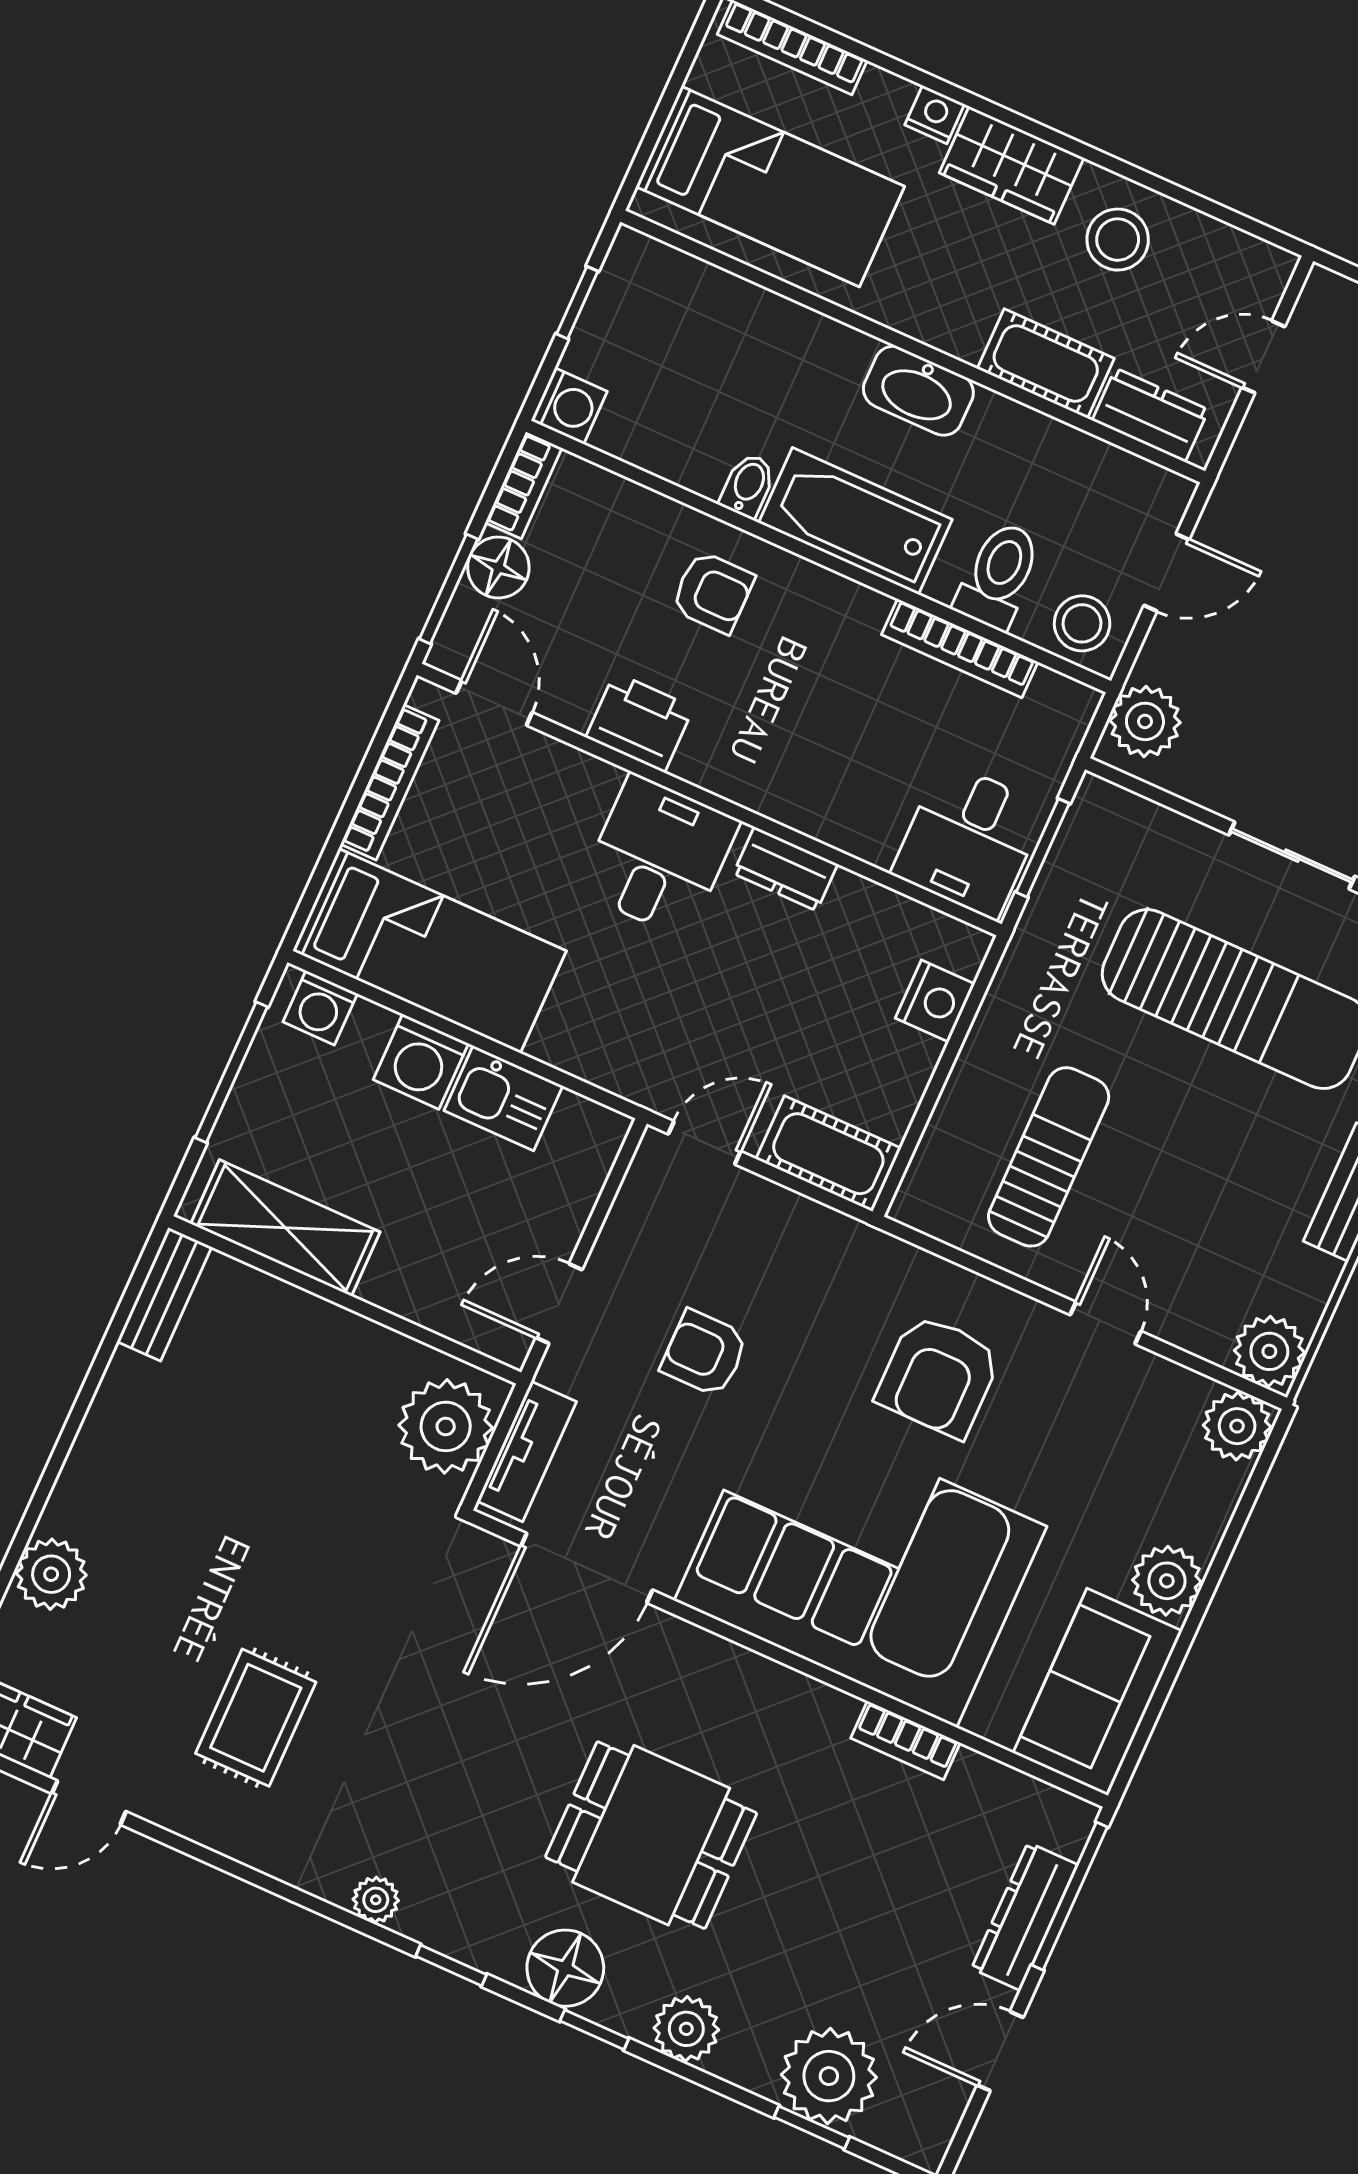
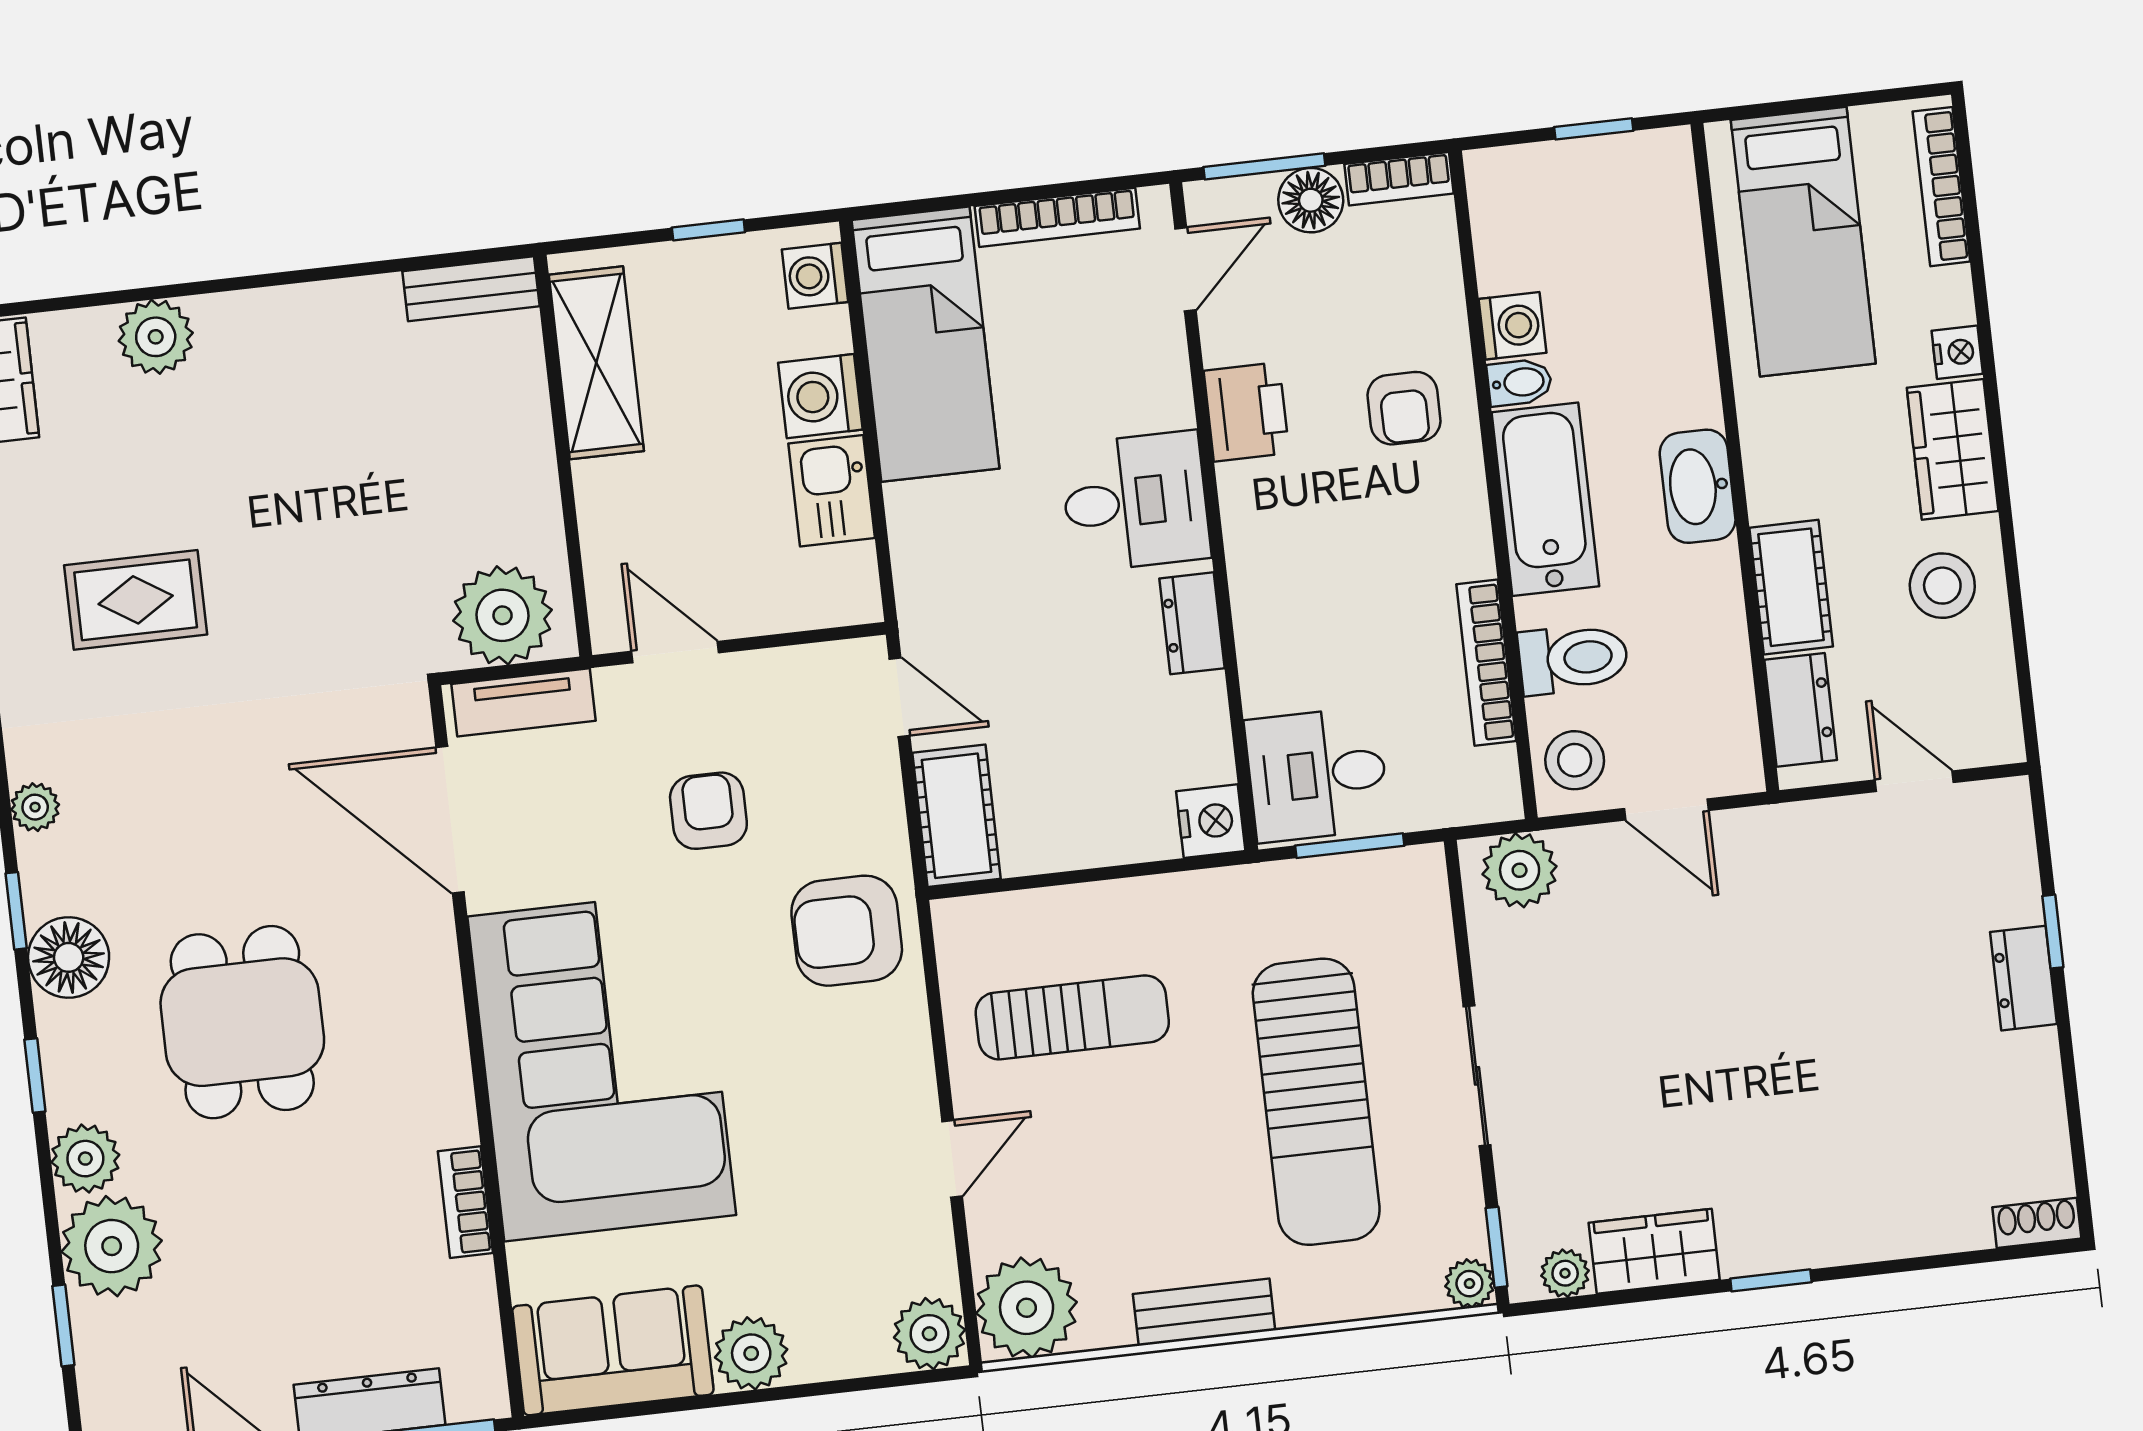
washing machine: (569, 406) -> (1512, 326), moved, turned -90
nightstand: (935, 1001) -> (1211, 821), moved, turned -90
window: (231, 1072) -> (708, 230), width x0.46
plant: (1269, 1351) -> (1027, 1308), width x1.36, depth x1.36
armchair: (939, 1376) -> (847, 931), moved
floor lamp: (565, 1968) -> (69, 957), moved
plant: (829, 2076) -> (112, 1246), moved

